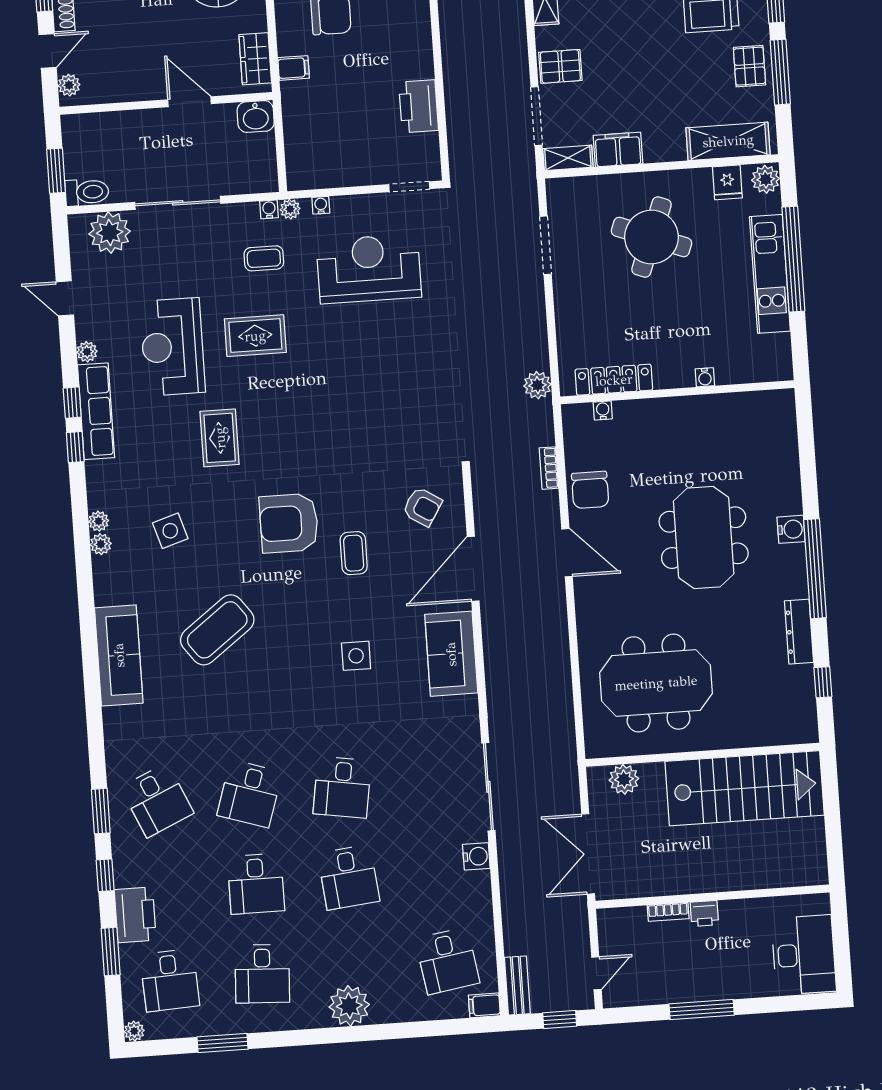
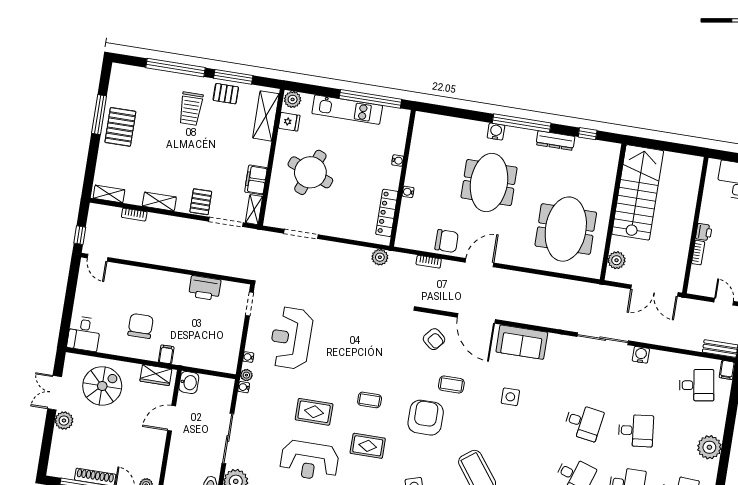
coffee table: (264, 258) -> (370, 400), moved, turned 90
window: (793, 259) -> (370, 99), moved
rug: (255, 336) -> (314, 412), turned 90
water cooler: (603, 410) -> (408, 192), moved
armchair: (422, 507) -> (434, 339), turned 98
armchair: (289, 523) -> (426, 418), turned 180
meeting table: (704, 538) -> (489, 183), turned 90

